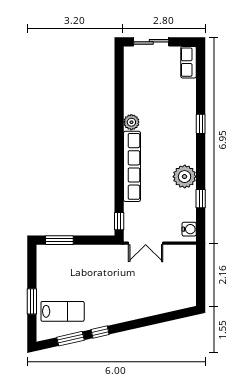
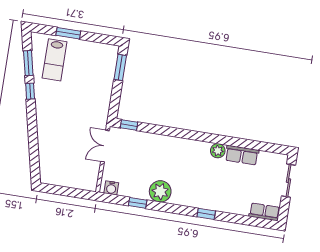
row of seats: (132, 166) -> (242, 155), moved, width x0.50

